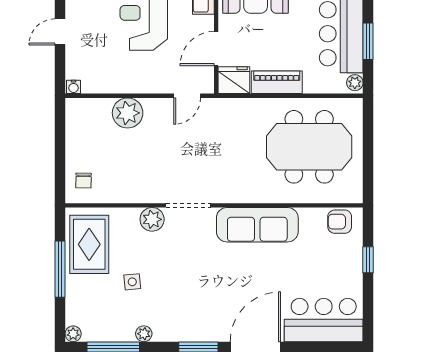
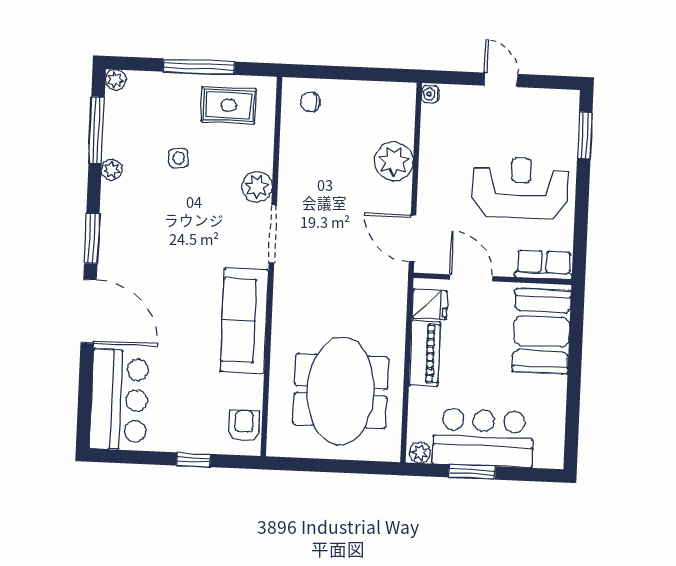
fridge: (234, 80) -> (430, 304), width x0.72
door: (187, 96) -> (413, 238), width x1.38
rug: (89, 244) -> (229, 105), width x0.73, depth x0.70

